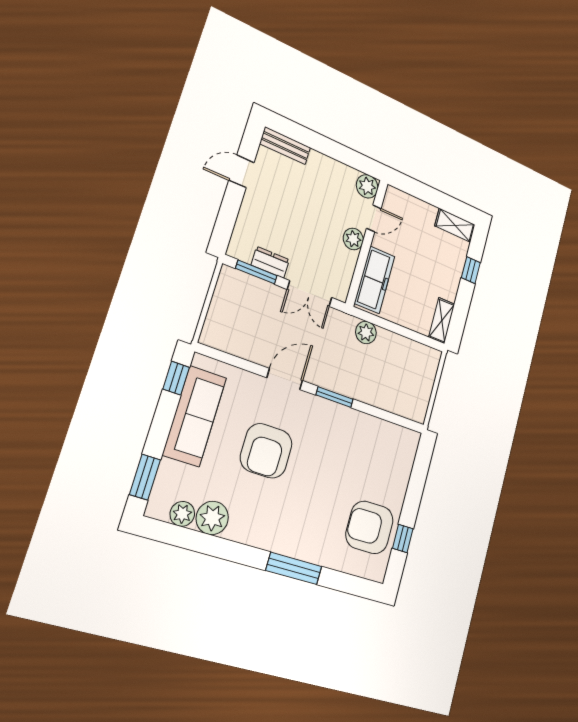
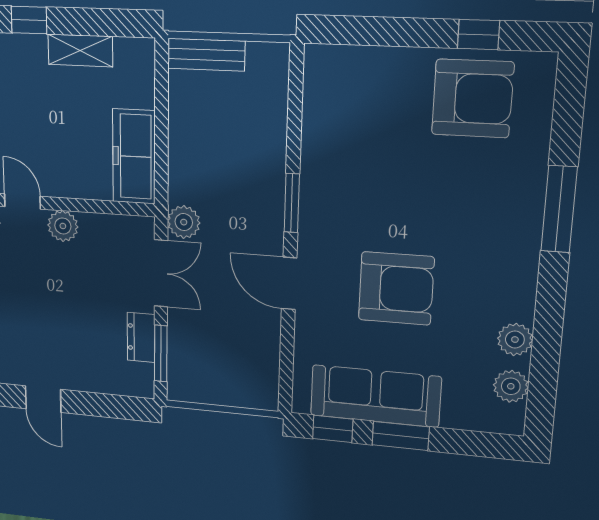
freezer: (375, 280) -> (134, 157), moved, turned -90
shelving: (442, 321) -> (80, 50), moved
plant: (366, 332) -> (184, 222), moved
bench: (429, 372) -> (206, 55), added
window: (145, 477) -> (401, 436), moved
plant: (212, 518) -> (515, 340), width x0.73, depth x0.73
armchair: (370, 527) -> (473, 98), turned -90

